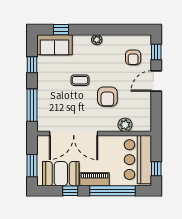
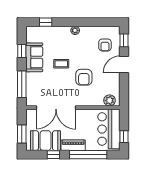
sofa: (54, 45) -> (34, 57), moved, turned -90
plant: (125, 125) -> (110, 100), moved

